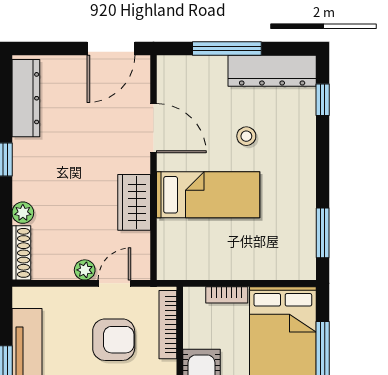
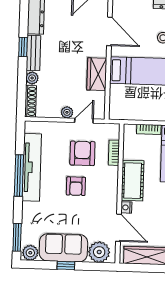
bench: (24, 169) -> (33, 53), added
bookcase: (168, 325) -> (114, 153), width x0.64
armchair: (114, 340) -> (82, 153), turned -90

